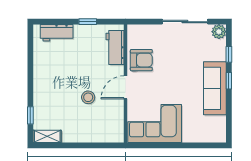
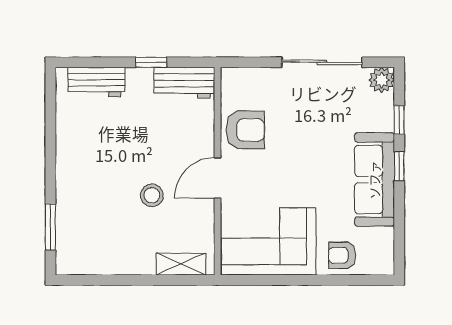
workbench: (115, 47) -> (184, 83), moved, turned -90
window: (30, 115) -> (50, 227), width x1.50
armchair: (196, 131) -> (342, 255), added
shelving: (47, 136) -> (181, 264), moved

